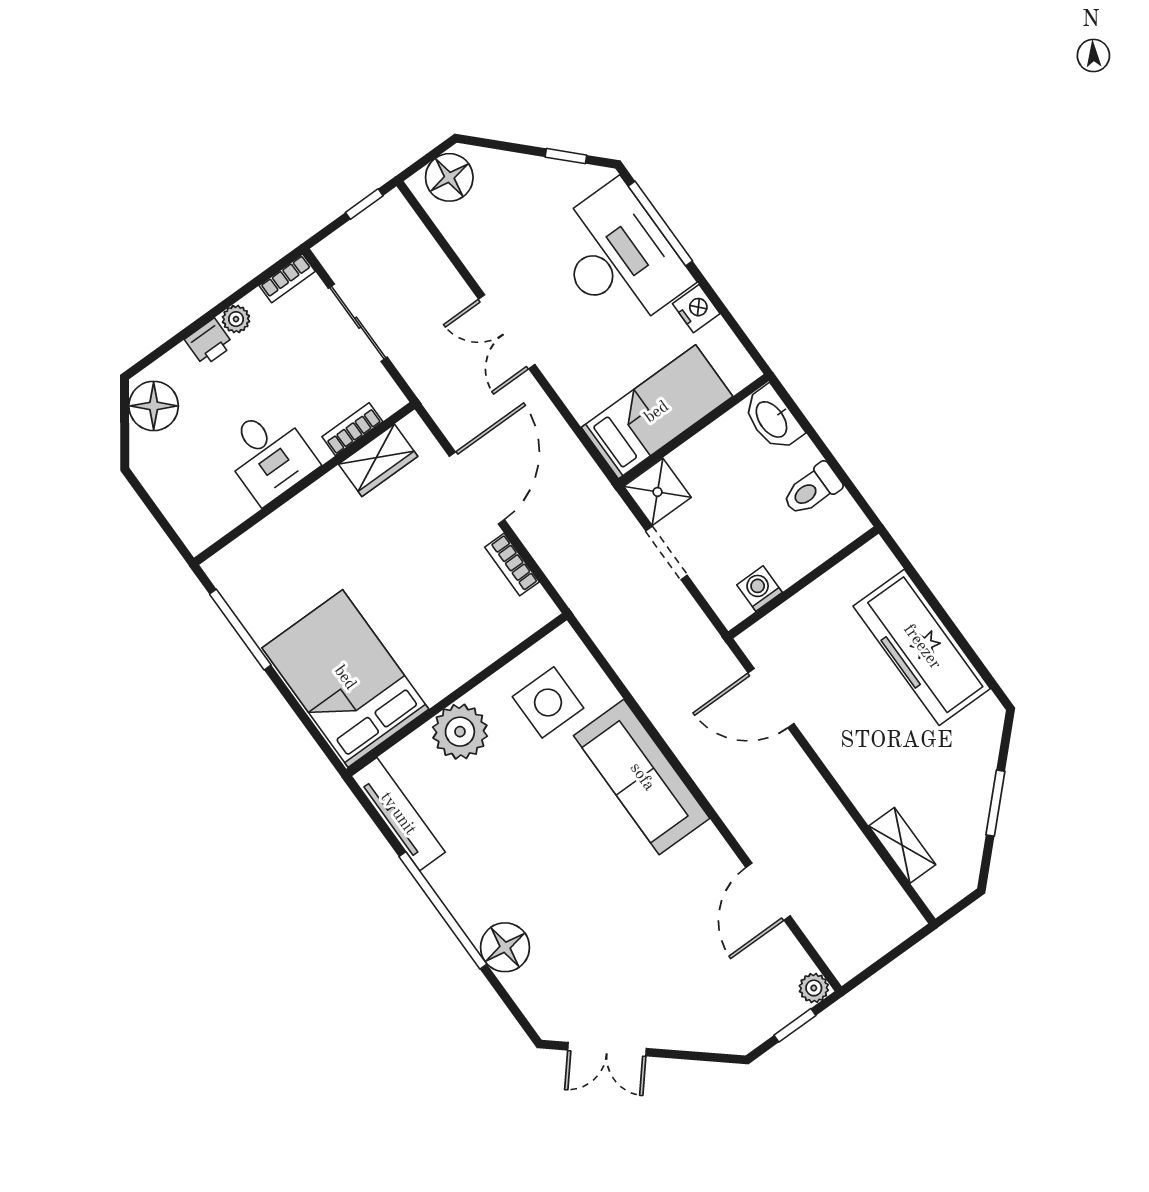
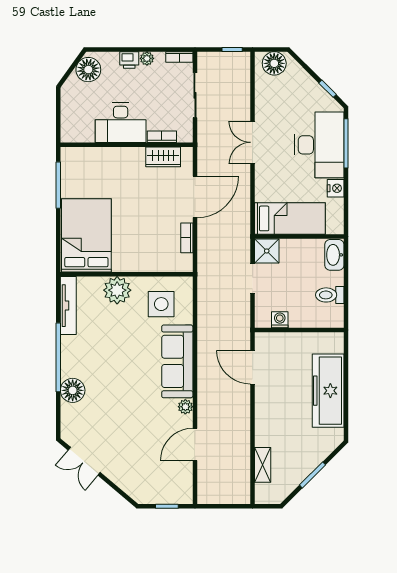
desk: (269, 455) -> (121, 123), width x1.37
plant: (814, 988) -> (185, 407), moved

